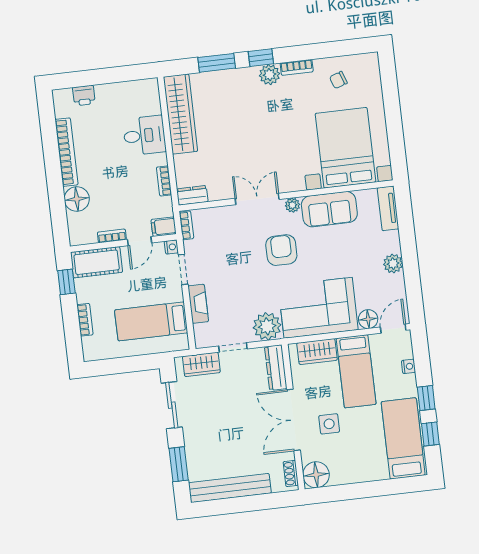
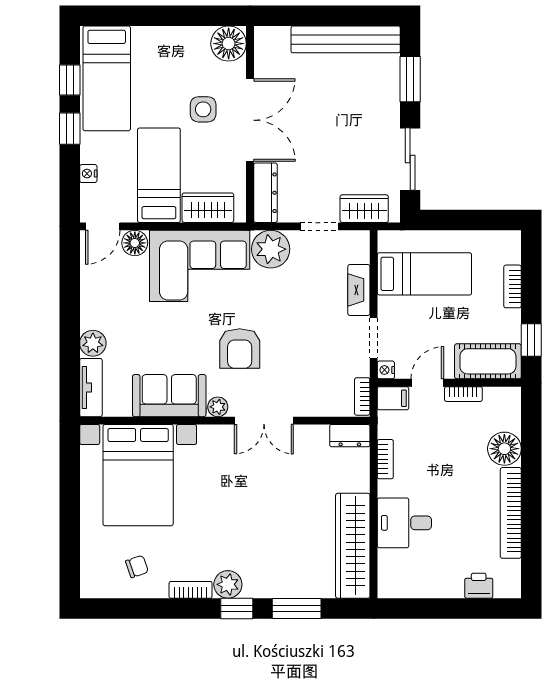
plant: (393, 264) -> (93, 343), moved
shoe rack: (291, 473) -> (262, 49), removed

